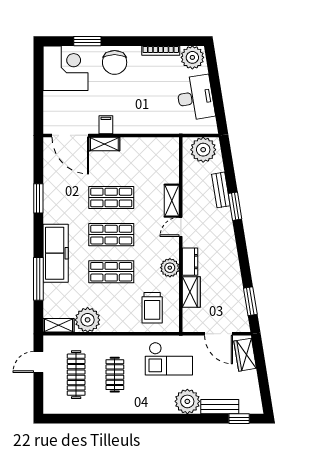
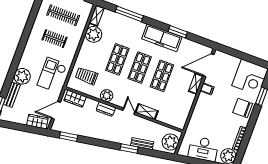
freezer: (56, 253) -> (162, 38), moved
wardrobe: (191, 292) -> (75, 99), moved

